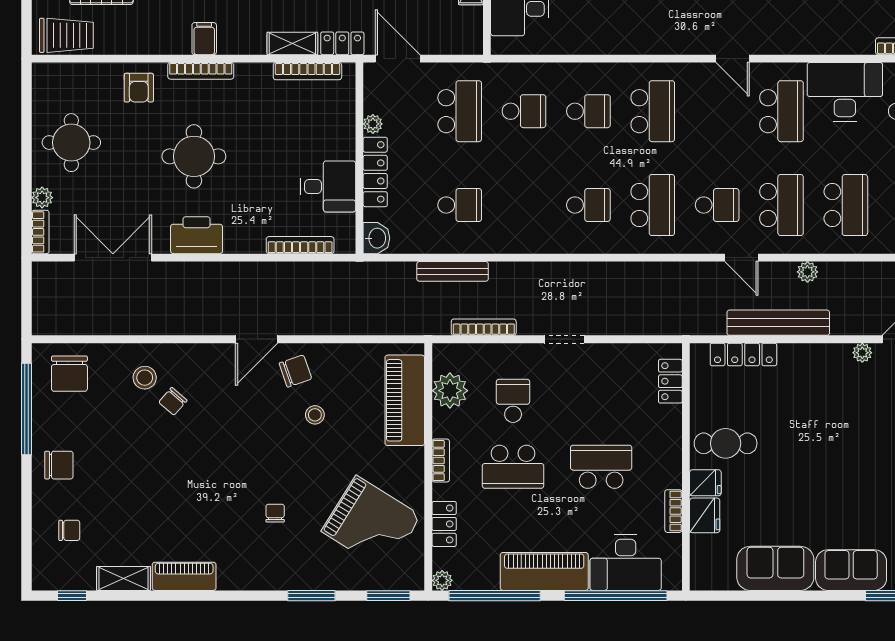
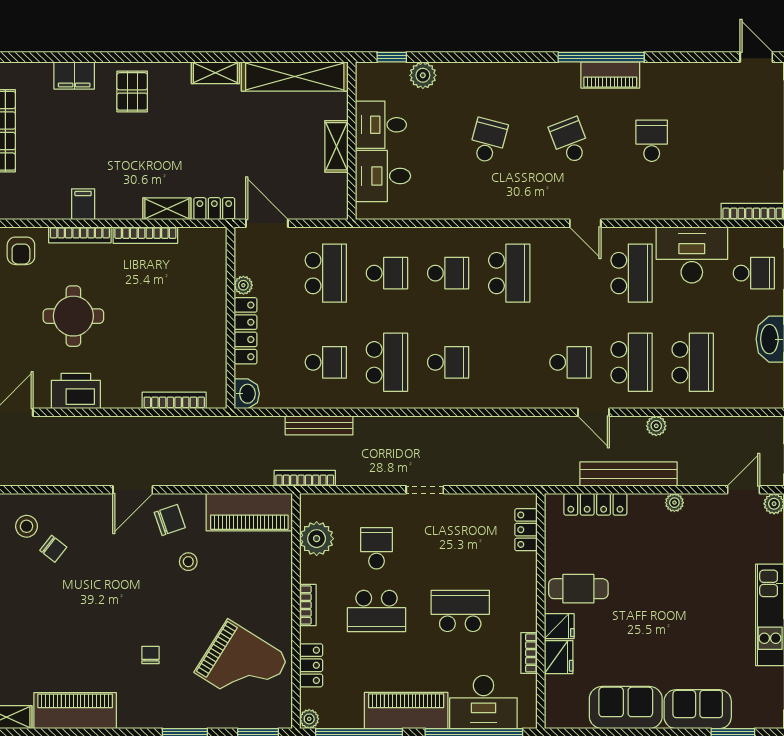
bookcase: (307, 71) -> (145, 235), moved
desk: (328, 186) -> (201, 345), removed
school desk: (653, 205) -> (387, 362), moved
bookcase: (484, 327) -> (305, 478), moved
plant: (862, 353) -> (674, 503), moved
piano: (405, 400) -> (249, 512), moved, turned -90
chair: (173, 401) -> (53, 549), turned -93
piano: (184, 576) -> (75, 711), width x1.37, depth x1.33

